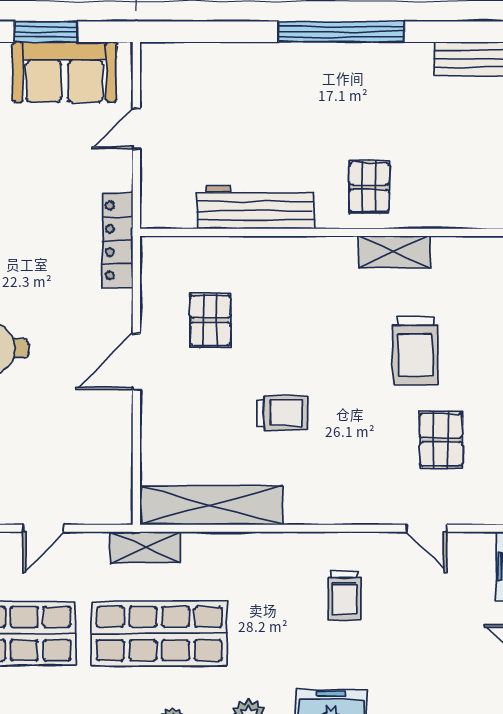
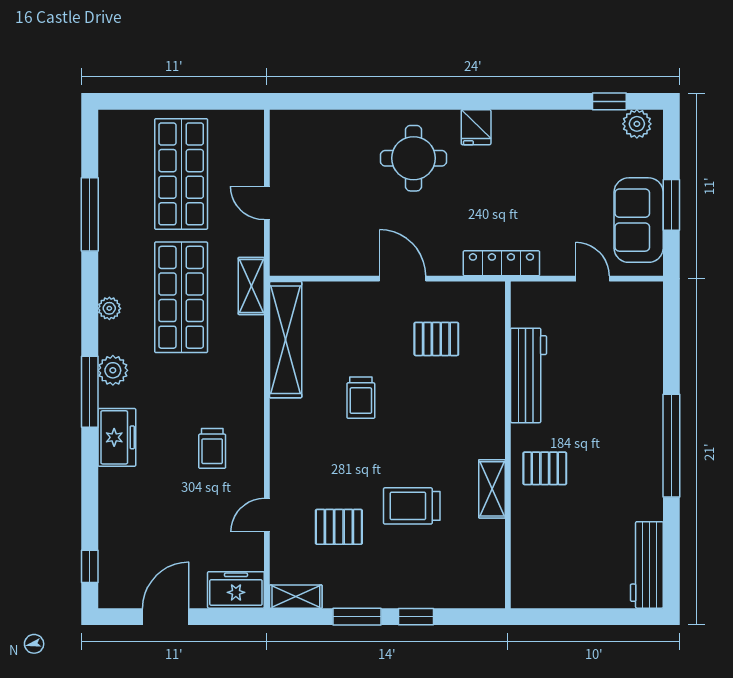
trolley: (345, 595) -> (212, 448), turned -90

